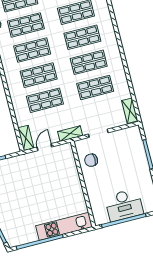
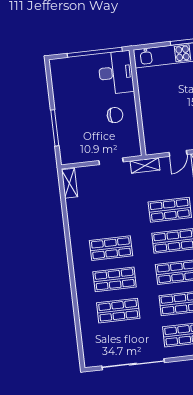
shop shelf: (95, 87) -> (107, 217), removed
chair: (91, 160) -> (115, 115), moved
desk: (124, 205) -> (116, 73), moved, turned 90

